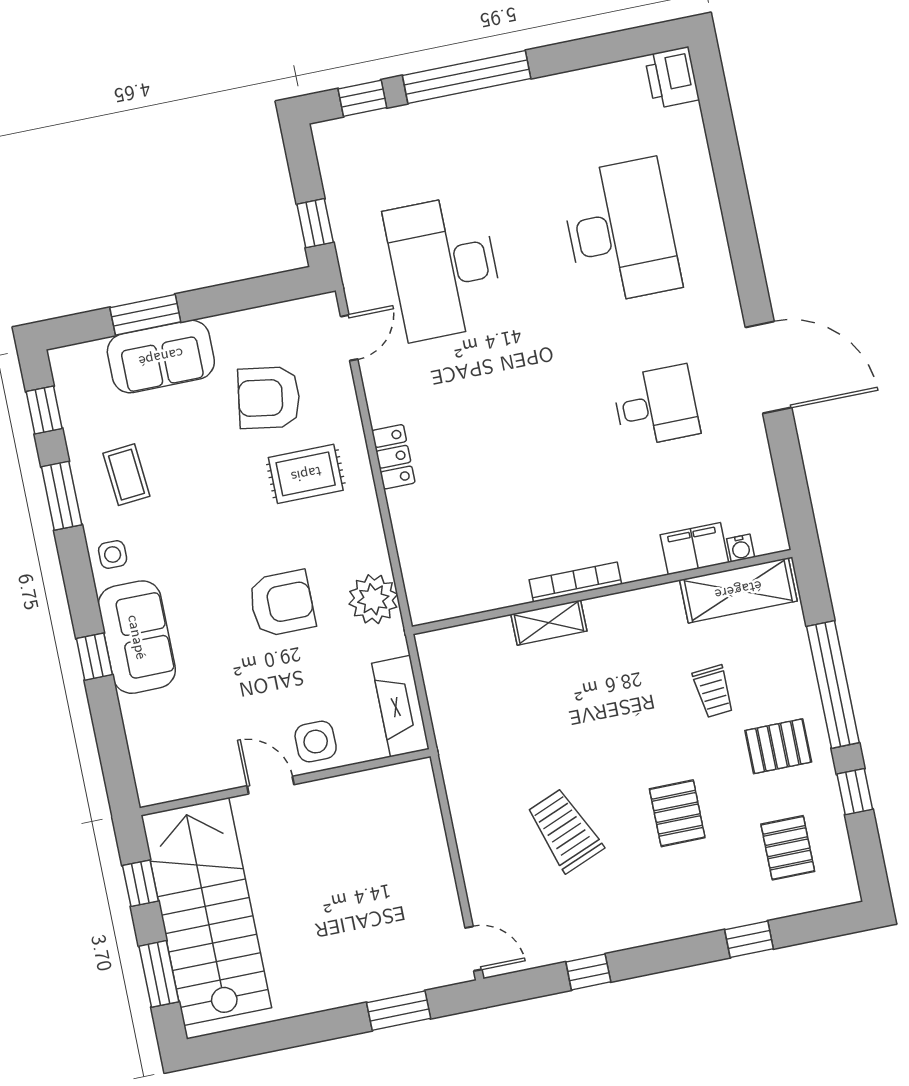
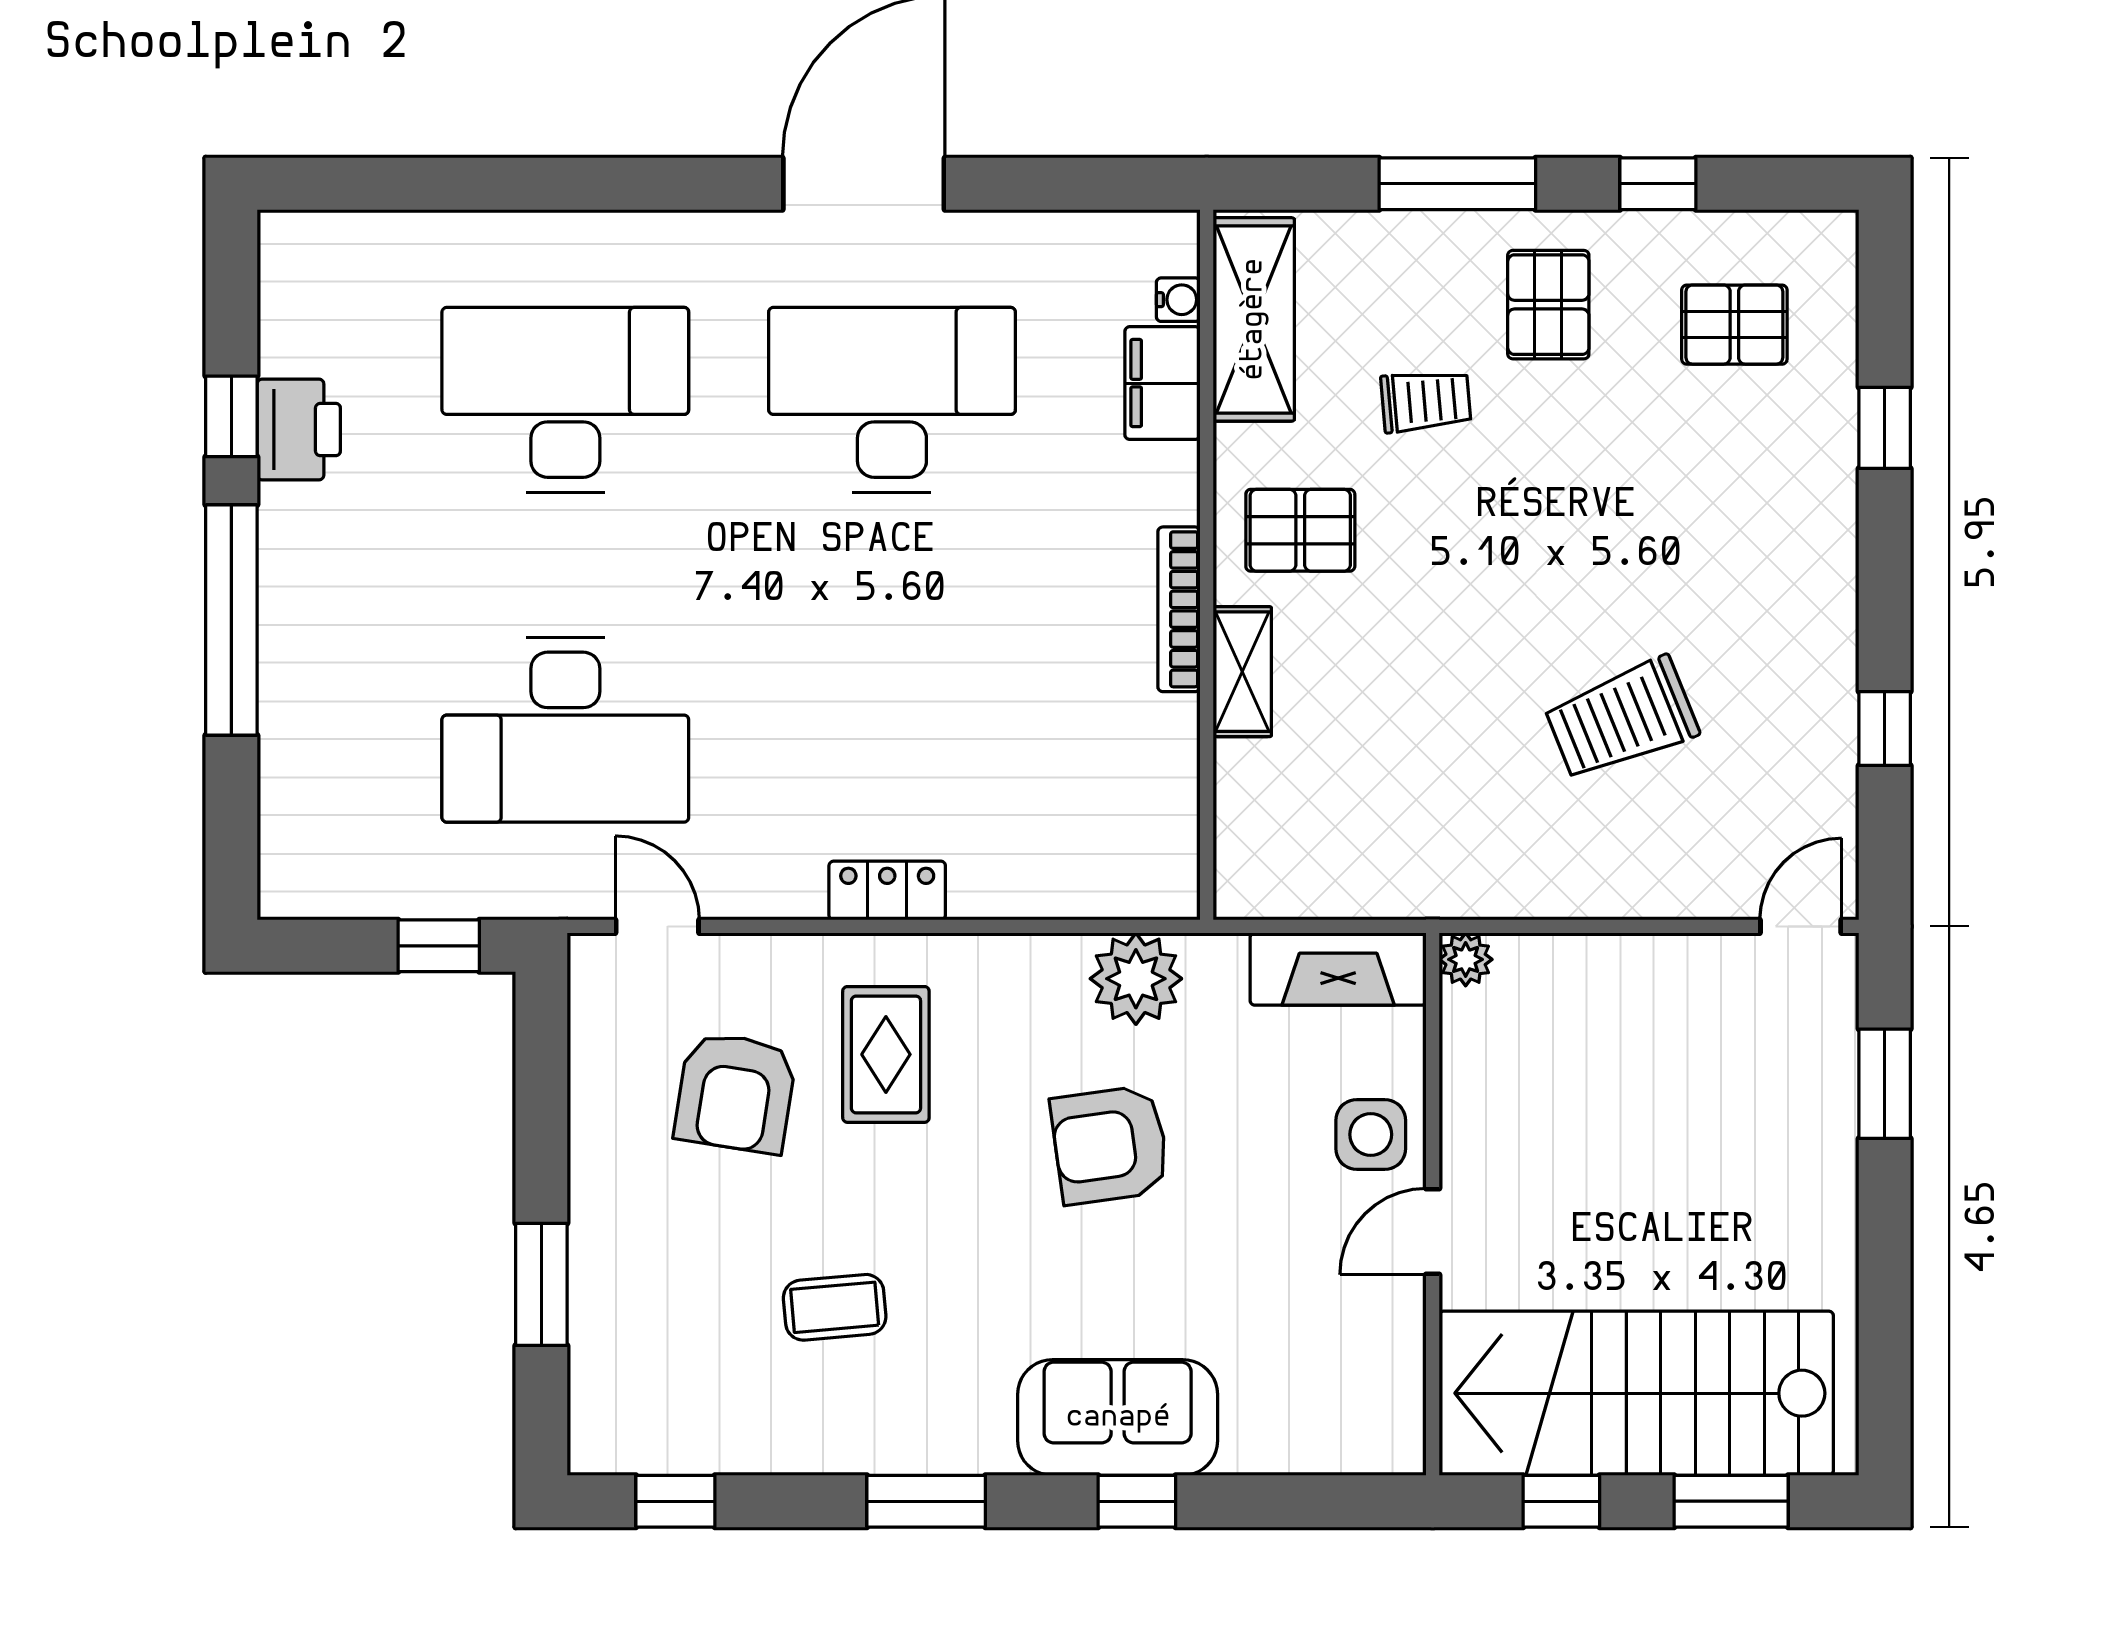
printer: (672, 78) -> (299, 430), moved, turned -90
window: (362, 98) -> (231, 416), moved
sofa: (161, 357) -> (622, 1272), removed
desk: (656, 406) -> (892, 400), width x1.87, depth x1.30
coffee table: (126, 475) -> (835, 1307), moved
window: (62, 496) -> (926, 1501), moved
side table: (113, 554) -> (960, 1431), removed
armchair: (282, 603) -> (1110, 1145), turned -98
window: (833, 684) -> (1457, 184), width x0.68
plant: (419, 773) -> (1466, 959), added
pallet: (677, 813) -> (1300, 530), moved

